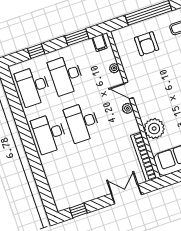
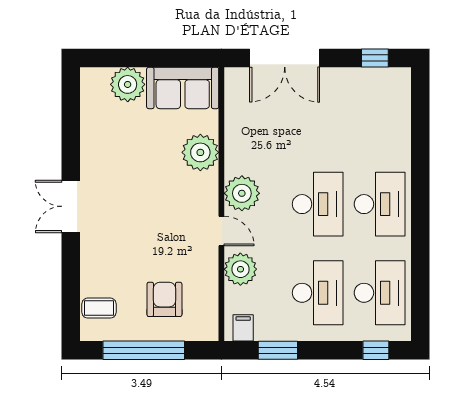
window: (36, 51) -> (376, 350), moved
plant: (114, 68) -> (240, 269), width x1.88, depth x1.88
plant: (127, 108) -> (242, 193), width x1.88, depth x1.88
bookcase: (144, 157) -> (234, 111), removed
double door: (126, 194) -> (285, 58), width x1.37

